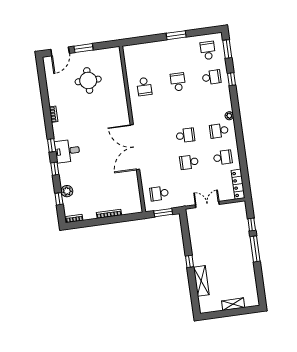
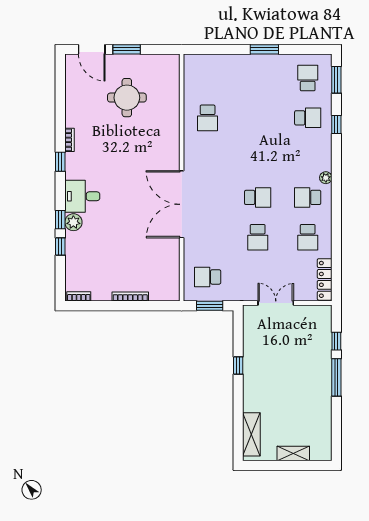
door: (60, 51) -> (92, 49), hinge flipped
school desk: (178, 82) -> (258, 118), removed
window: (52, 145) -> (60, 162), moved
school desk: (223, 157) -> (308, 237), turned 90
school desk: (189, 162) -> (258, 237), turned -90
plant: (67, 191) -> (73, 222), moved
window: (59, 199) -> (60, 246), moved
window: (189, 261) -> (238, 365), moved
shelving: (201, 281) -> (251, 434), moved

